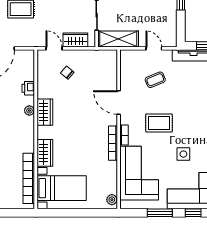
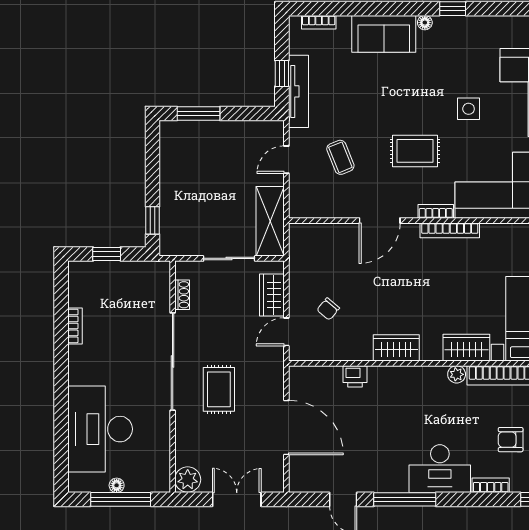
plant: (29, 111) -> (457, 374), moved
rug: (159, 123) -> (415, 151), turned 90

